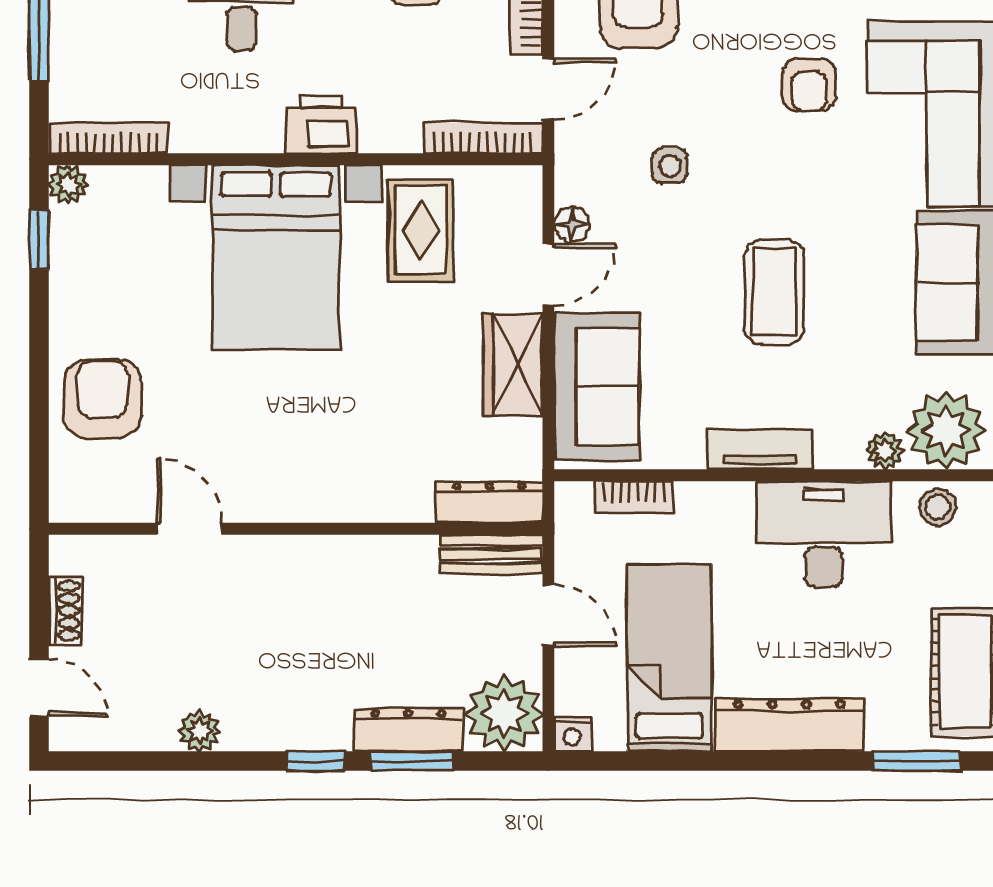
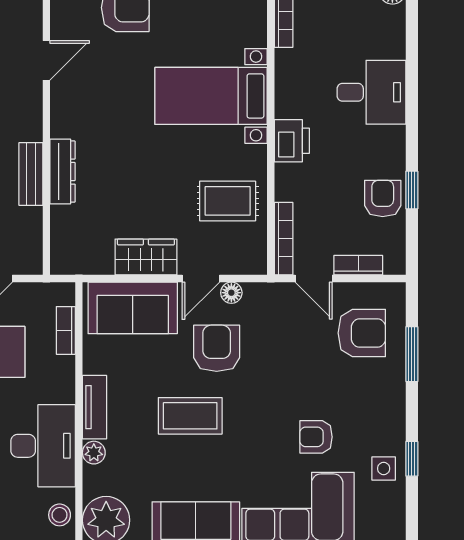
side table: (670, 166) -> (267, 352), removed
armchair: (663, 248) -> (217, 348), added
bed with nightstands: (276, 258) -> (211, 96), width x0.73
door: (548, 274) -> (201, 278), hinge flipped
plant: (885, 451) -> (94, 453), moved
dresser: (489, 502) -> (63, 172), moved
bench: (491, 554) -> (31, 174), moved

